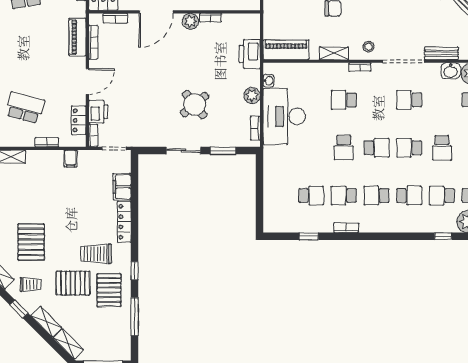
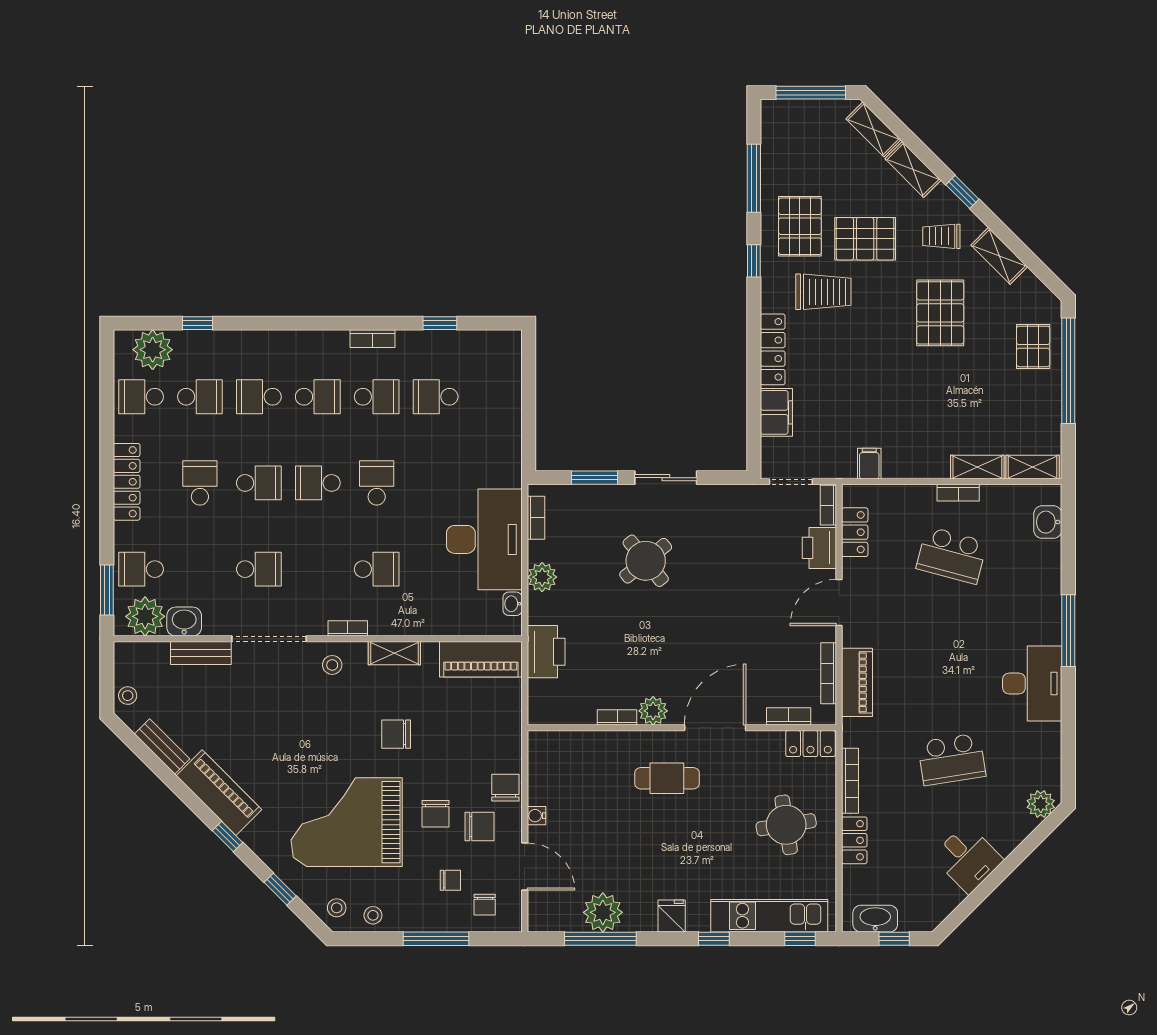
bookcase: (47, 142) -> (958, 493), moved

